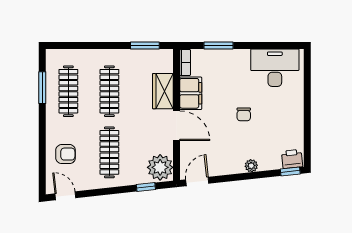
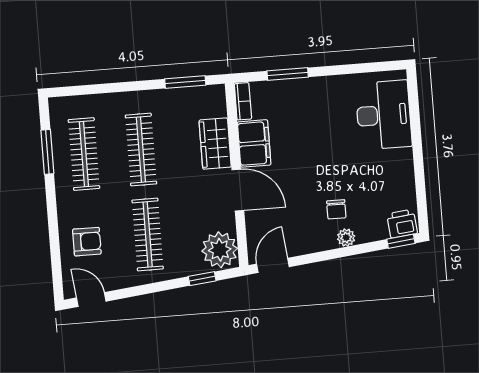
desk: (275, 68) -> (384, 115), moved, turned 90
chair: (244, 114) -> (336, 209), moved

